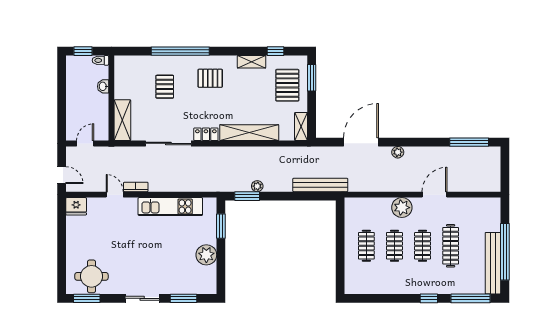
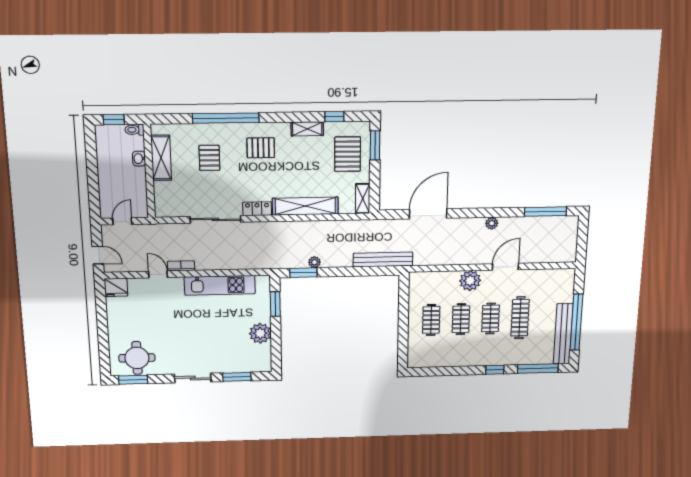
shelving: (122, 120) -> (161, 158), moved
plant: (398, 152) -> (492, 223), moved

